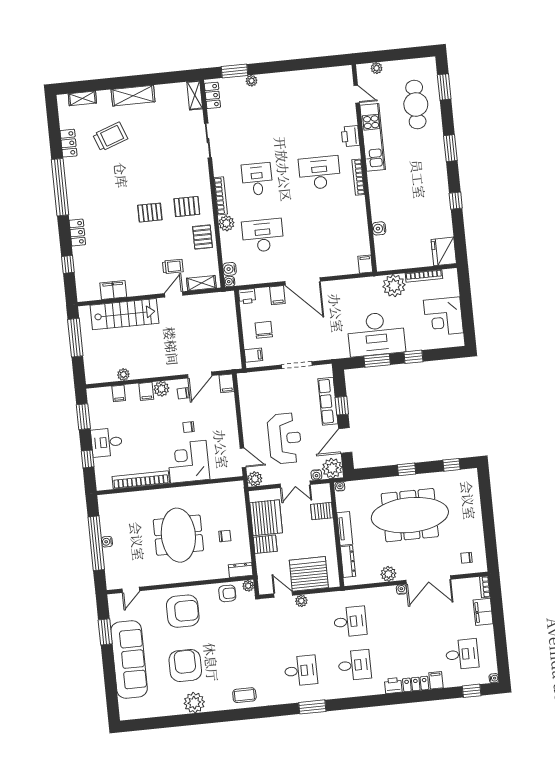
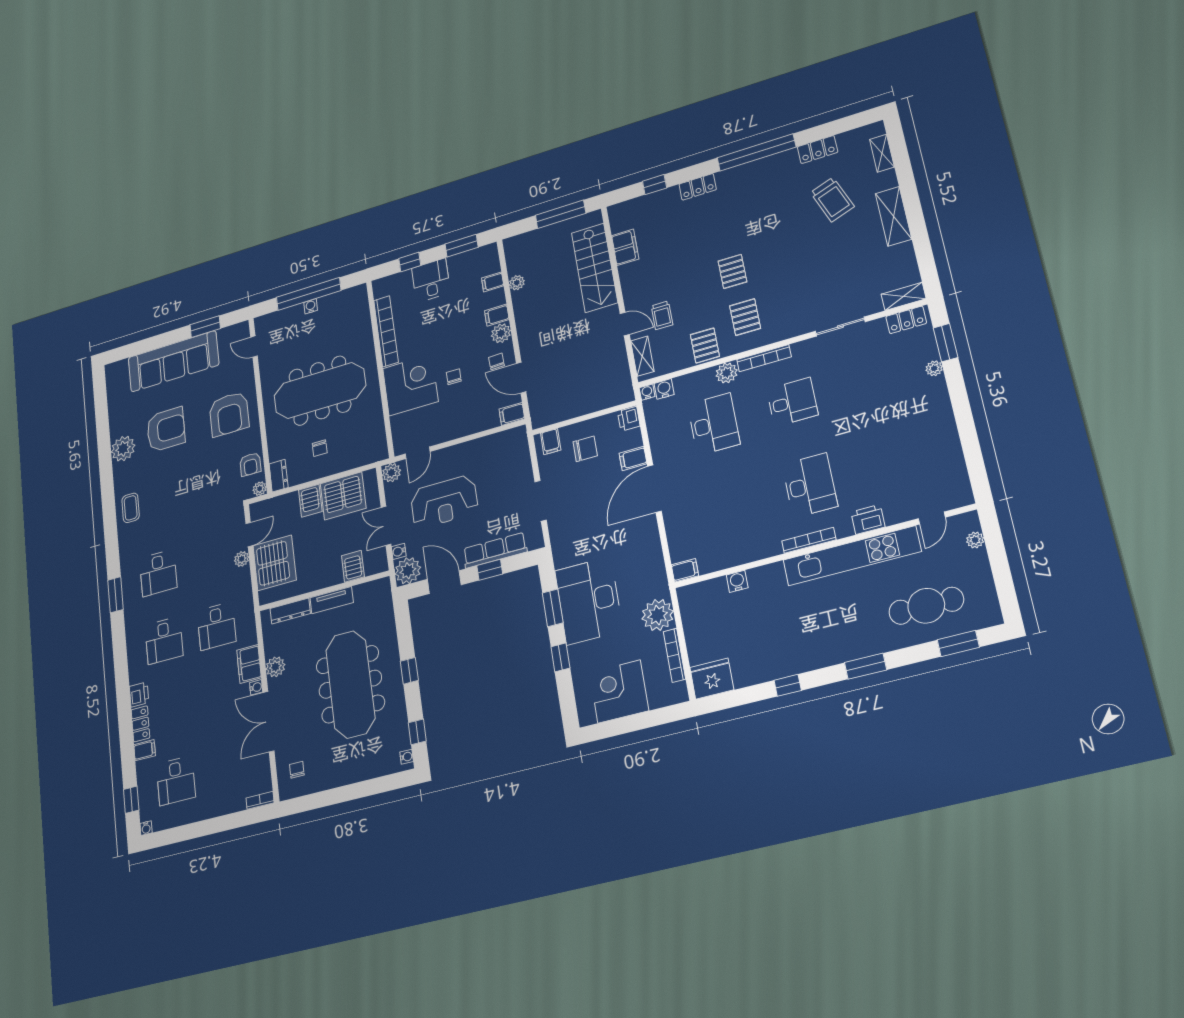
kitchen unit: (373, 137) -> (852, 556), width x1.36
pallet: (202, 237) -> (705, 346), turned 90
water cooler: (340, 486) -> (407, 757), moved
meeting table: (178, 535) -> (320, 391), width x1.36
filing cabinet: (483, 612) -> (249, 664), moved, turned -90

